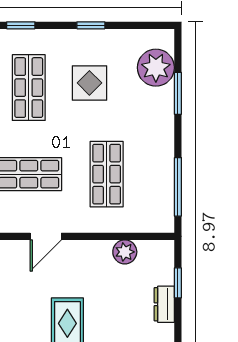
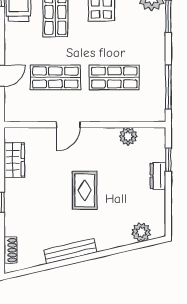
shop shelf: (107, 174) -> (114, 77), turned 90

